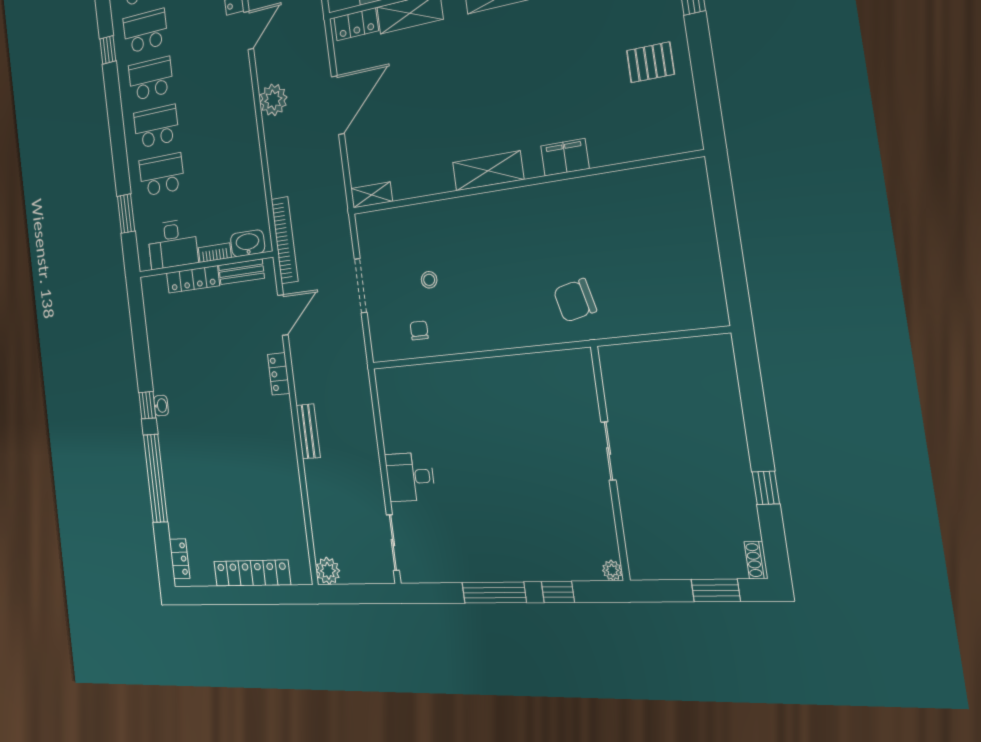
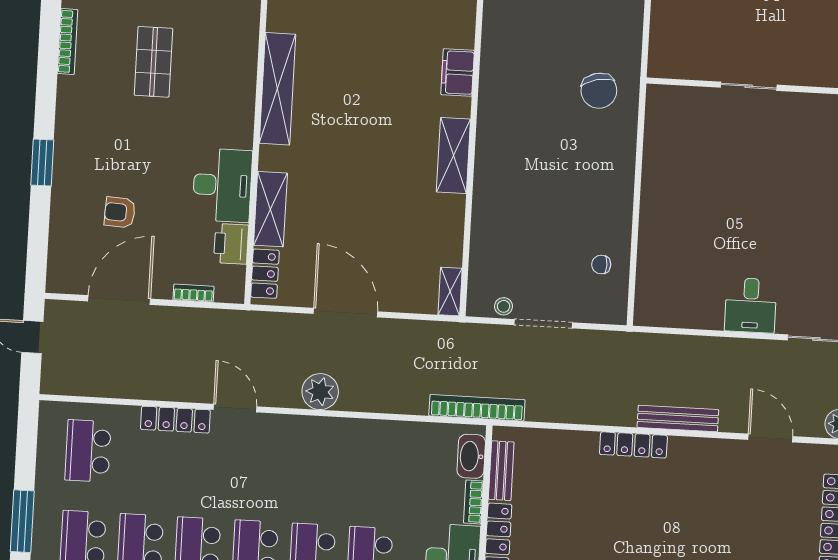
stool: (429, 280) -> (504, 306), moved
door: (283, 315) -> (770, 438), moved
locker: (279, 374) -> (633, 445), width x1.53
bench: (308, 431) -> (678, 419), width x1.36

